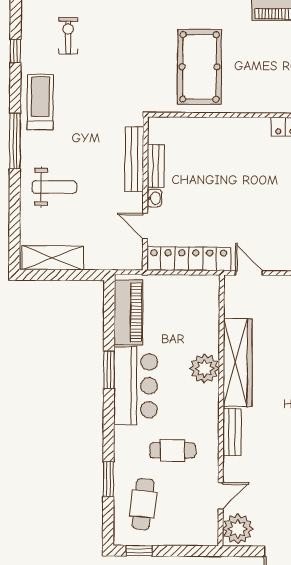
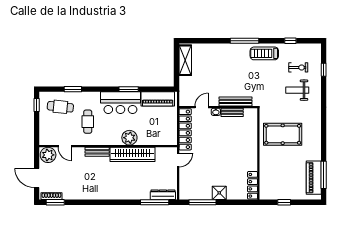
treadmill: (40, 102) -> (264, 53), turned 180
weight bench: (54, 187) -> (297, 90), moved, turned 90

